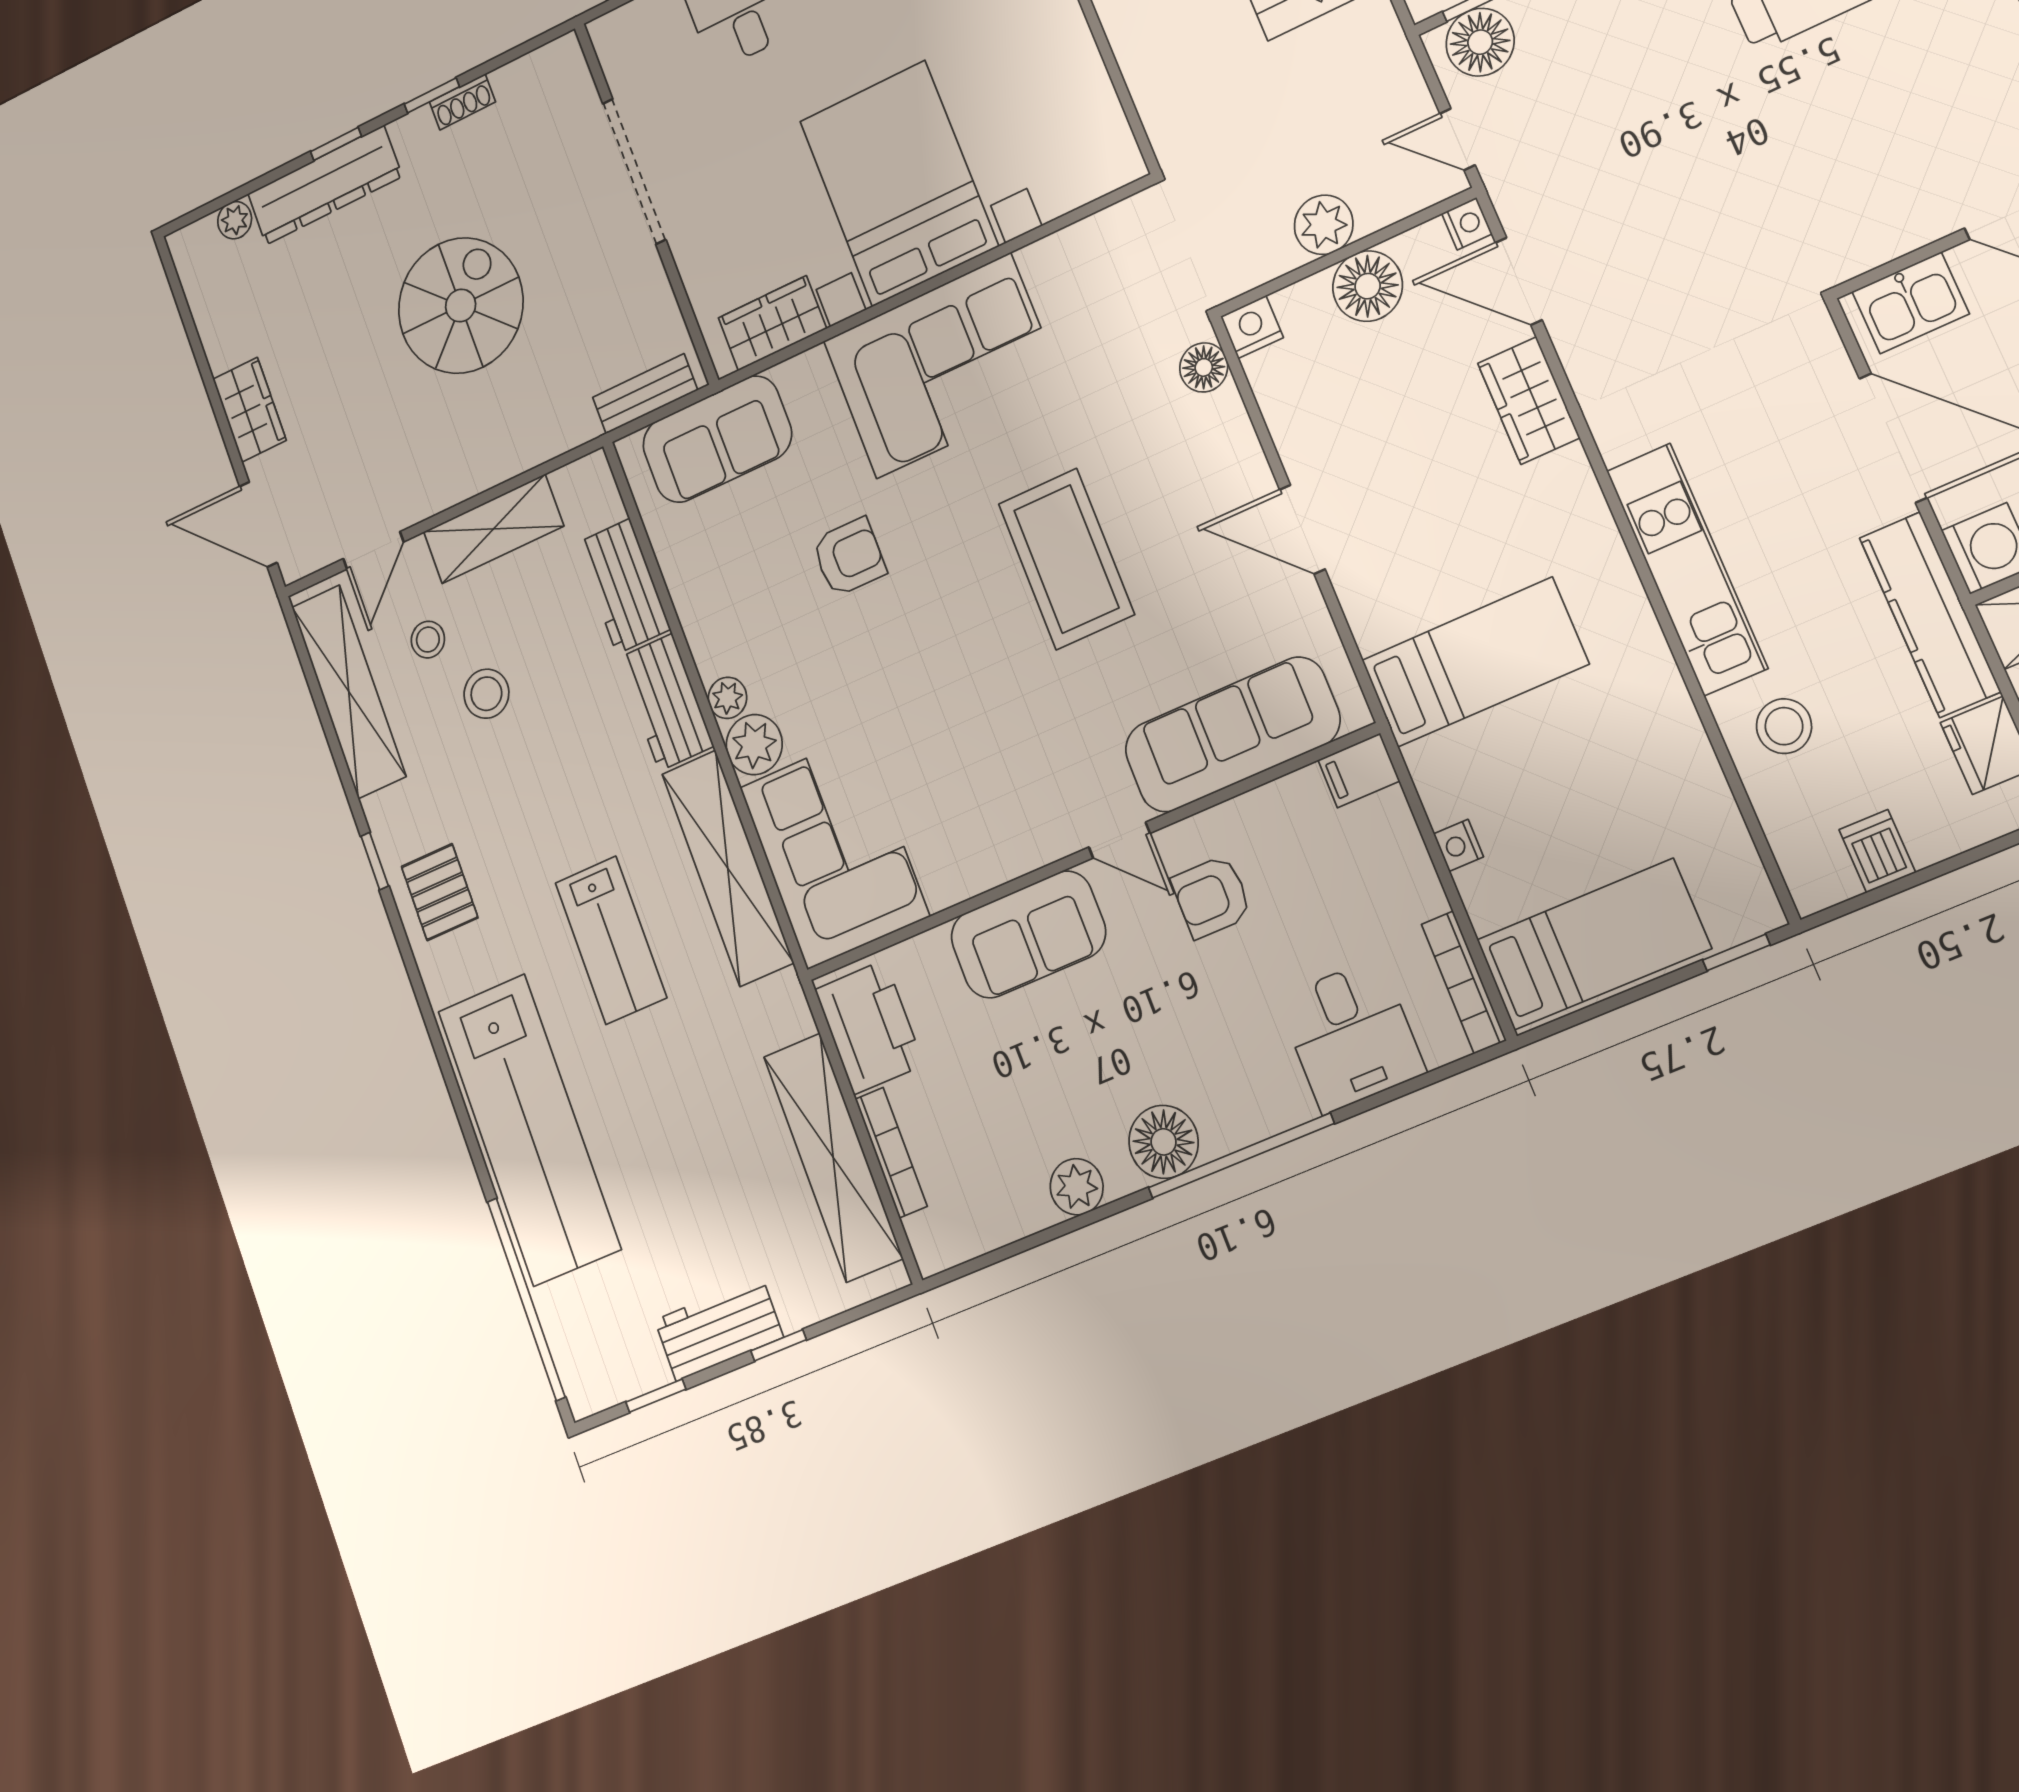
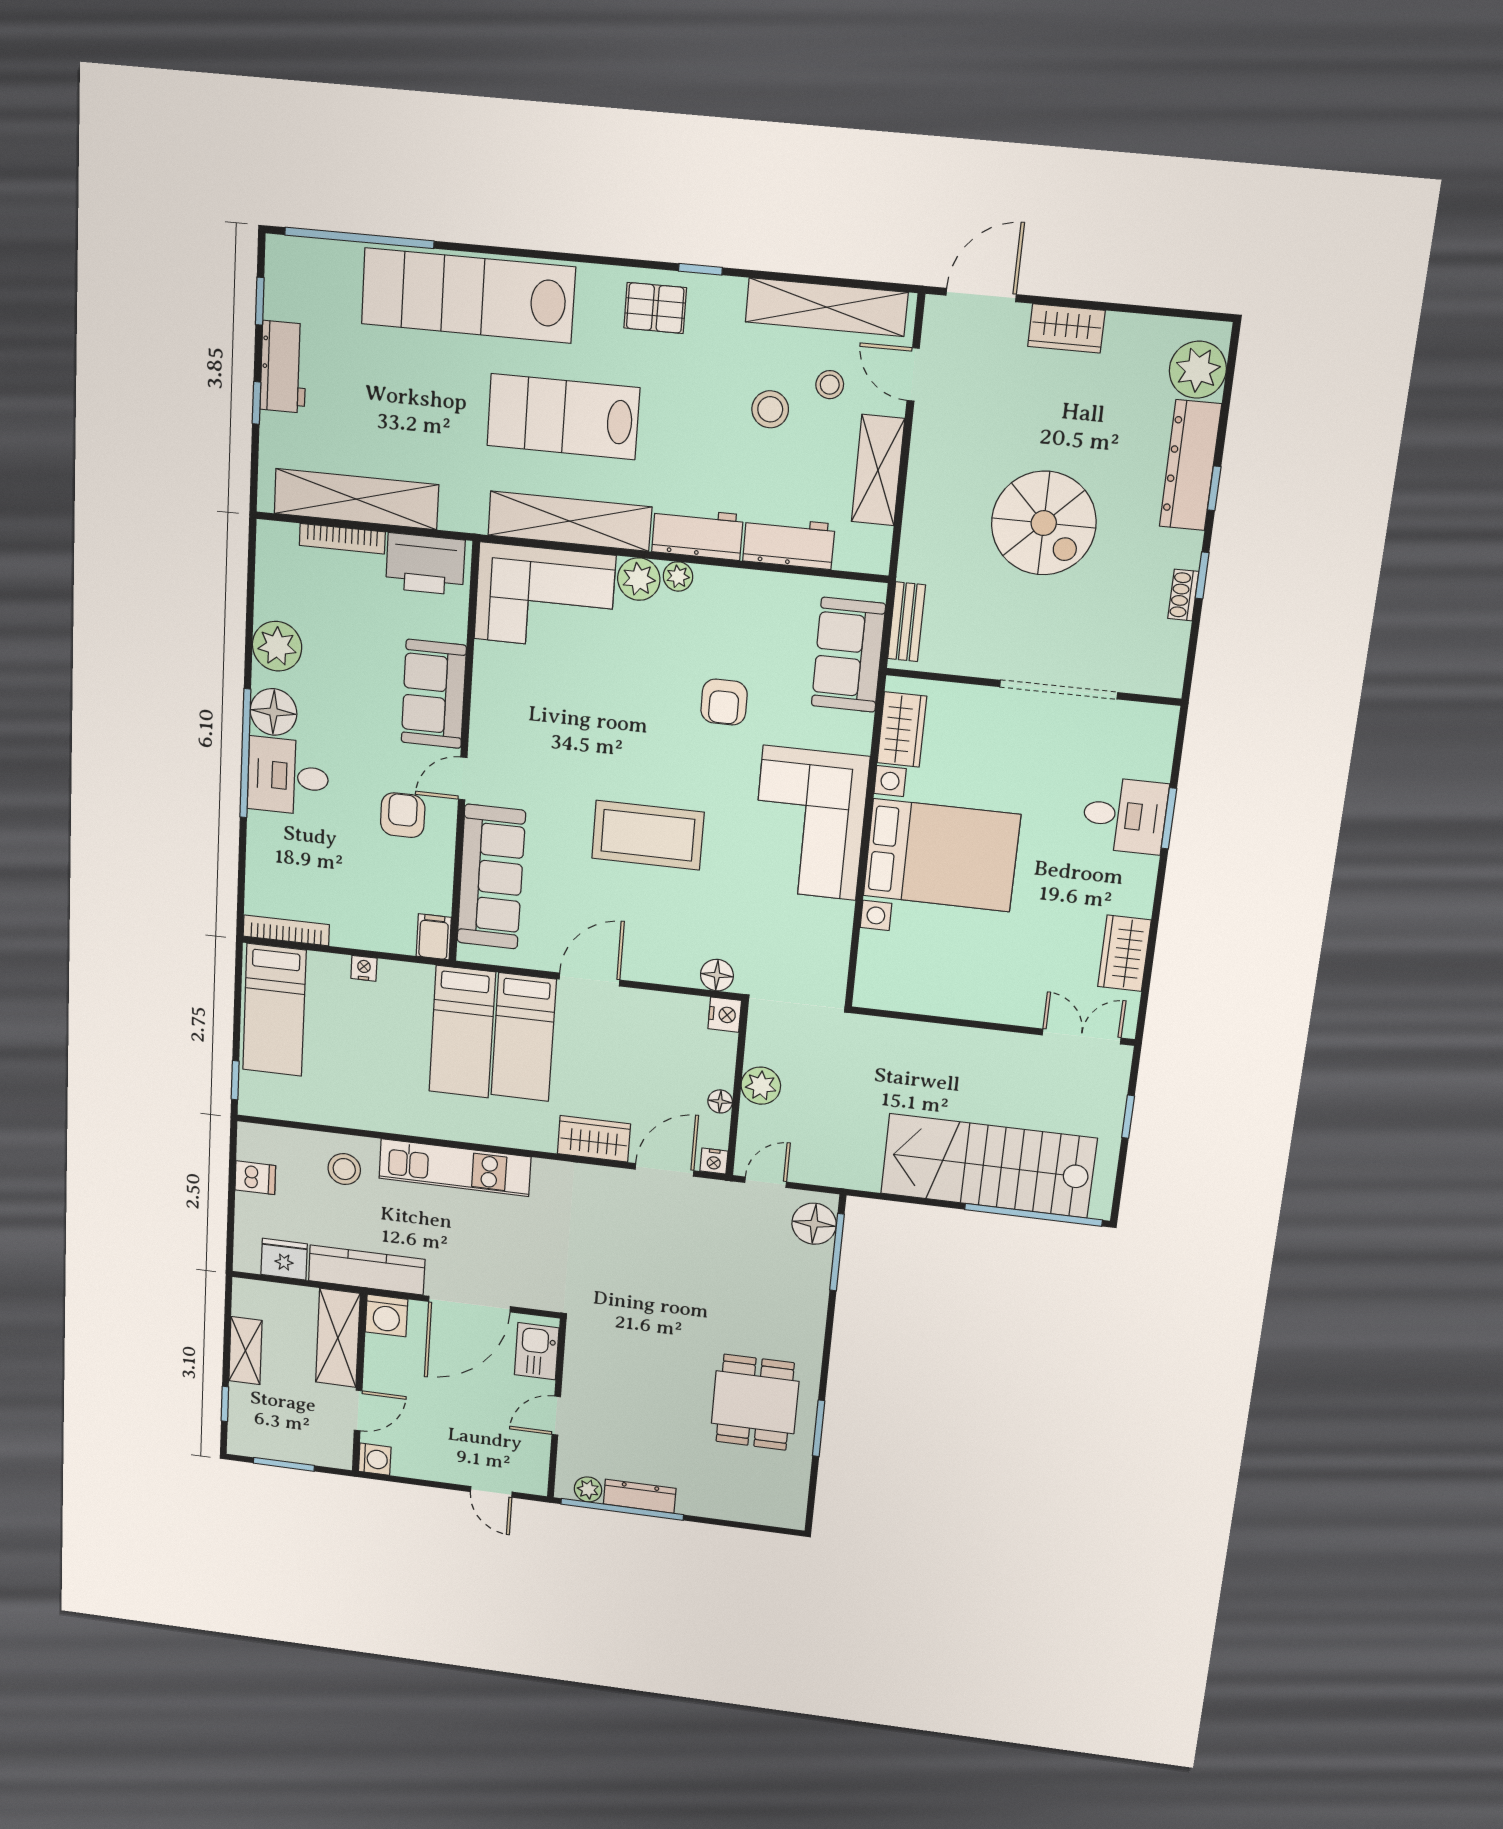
plant: (235, 220) -> (1198, 370), width x1.88, depth x1.88
floor lamp: (1368, 286) -> (720, 1101), width x0.53, depth x0.53
bed: (1434, 574) -> (524, 1037), added
lab bench: (611, 940) -> (563, 417), width x1.36, depth x1.39
desk: (1351, 1035) -> (288, 776), moved
plant: (1077, 1187) -> (277, 646), width x1.36, depth x1.36

